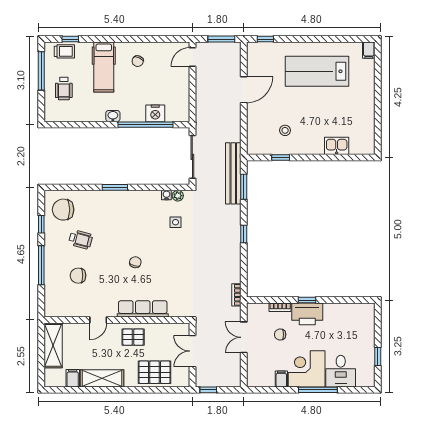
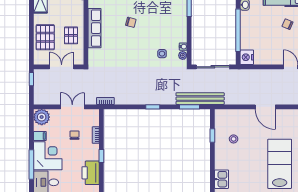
nightstand: (155, 113) -> (247, 57), moved
printer: (307, 314) -> (91, 173), moved
pallet: (133, 337) -> (71, 35), moved
plant: (257, 377) -> (42, 117), added

